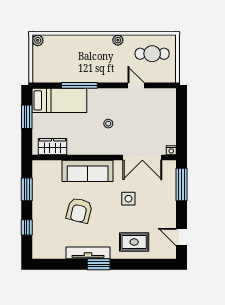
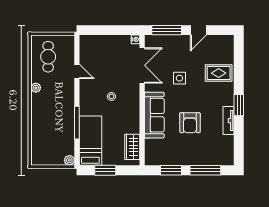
plant: (38, 40) -> (69, 160), moved
door: (136, 85) -> (77, 71), swing flipped
armchair: (79, 210) -> (190, 123), turned 76
window: (27, 227) -> (205, 170), width x2.17
door: (181, 237) -> (198, 30), moved
rug: (134, 242) -> (219, 73), turned 90
tv unit: (88, 253) -> (229, 121), width x0.71

